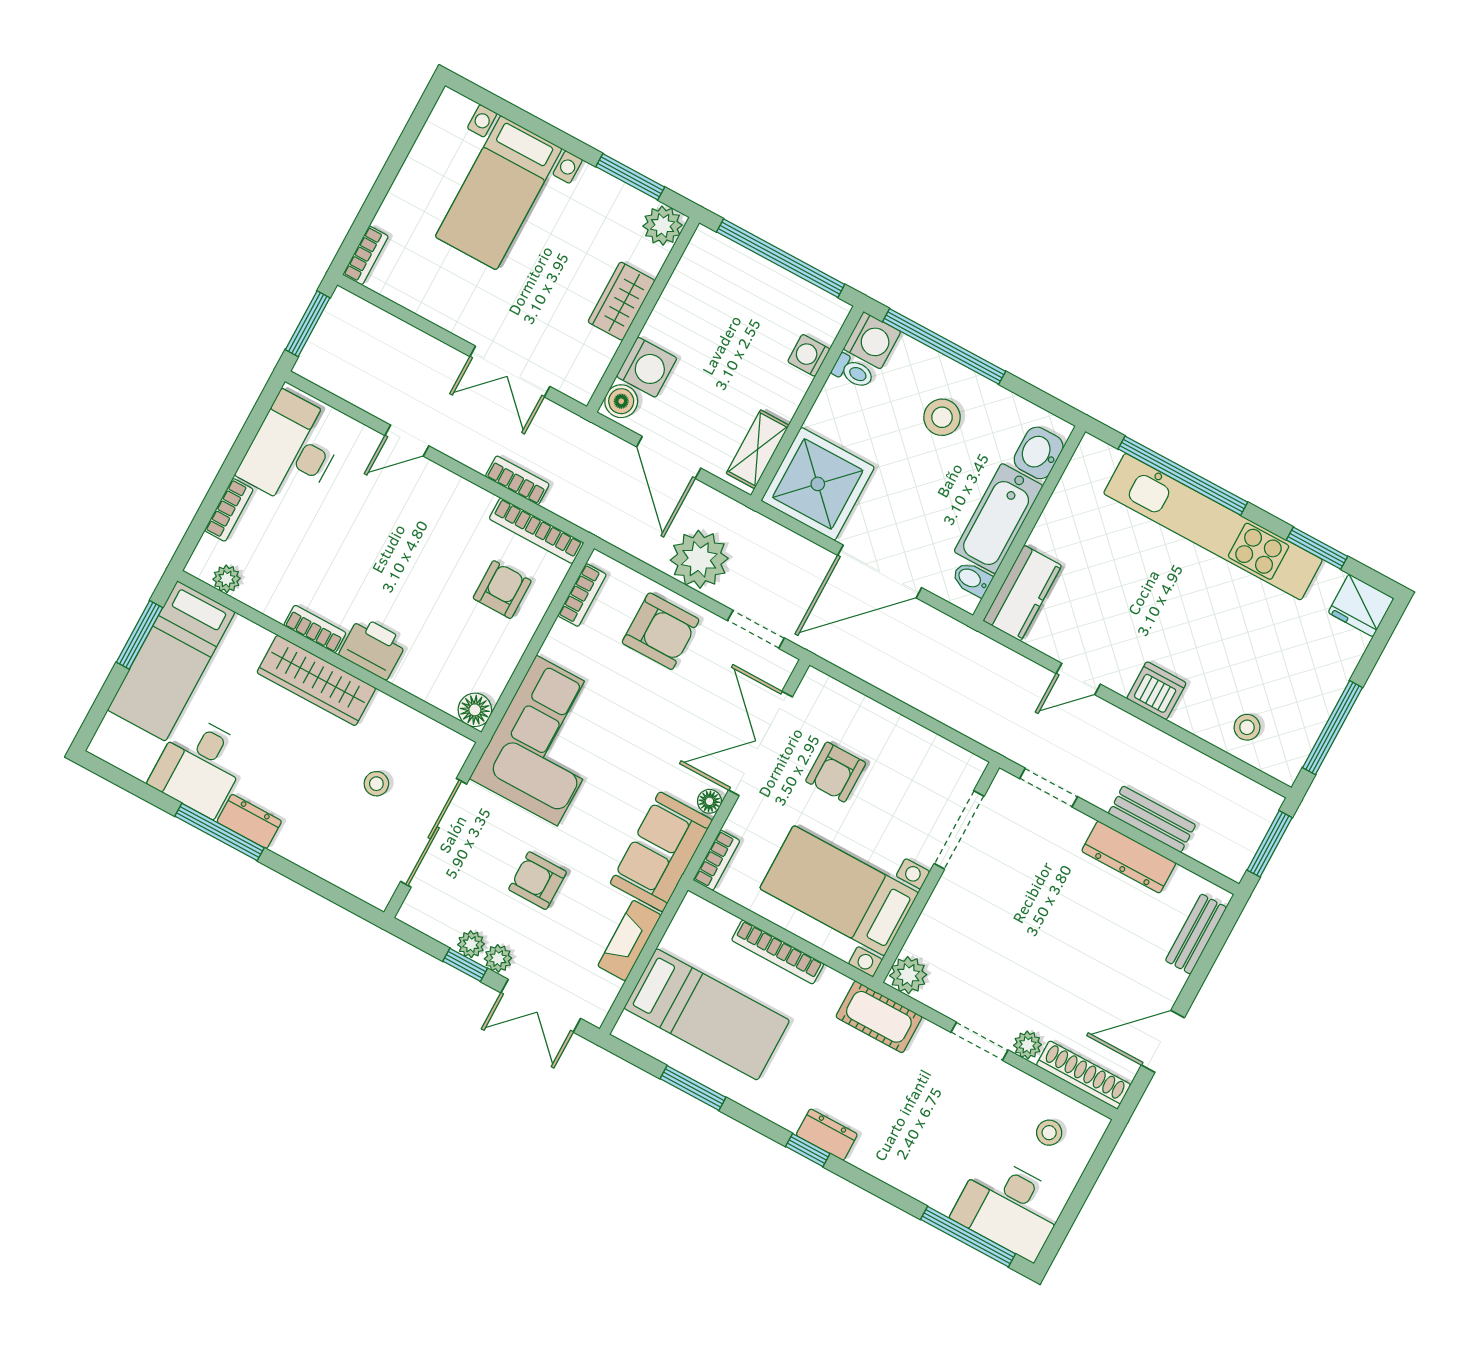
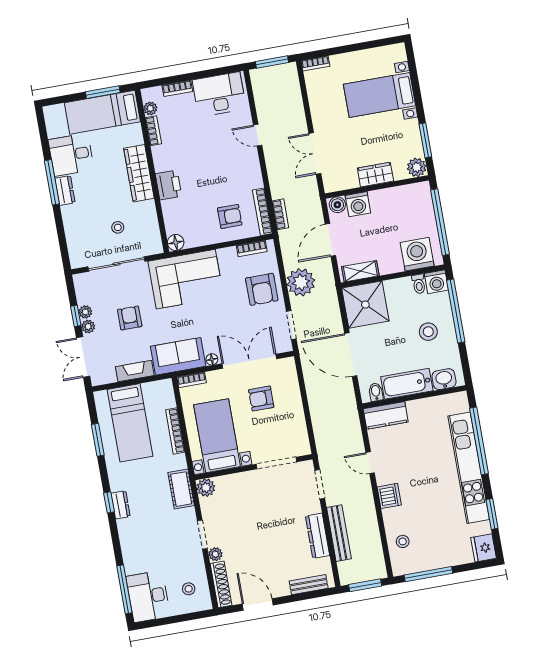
washing machine: (809, 355) -> (417, 254), width x1.89, depth x1.89
bookcase: (517, 480) -> (280, 214), moved
bookcase: (315, 629) -> (153, 131), moved
bench: (1152, 819) -> (339, 533), width x1.36

